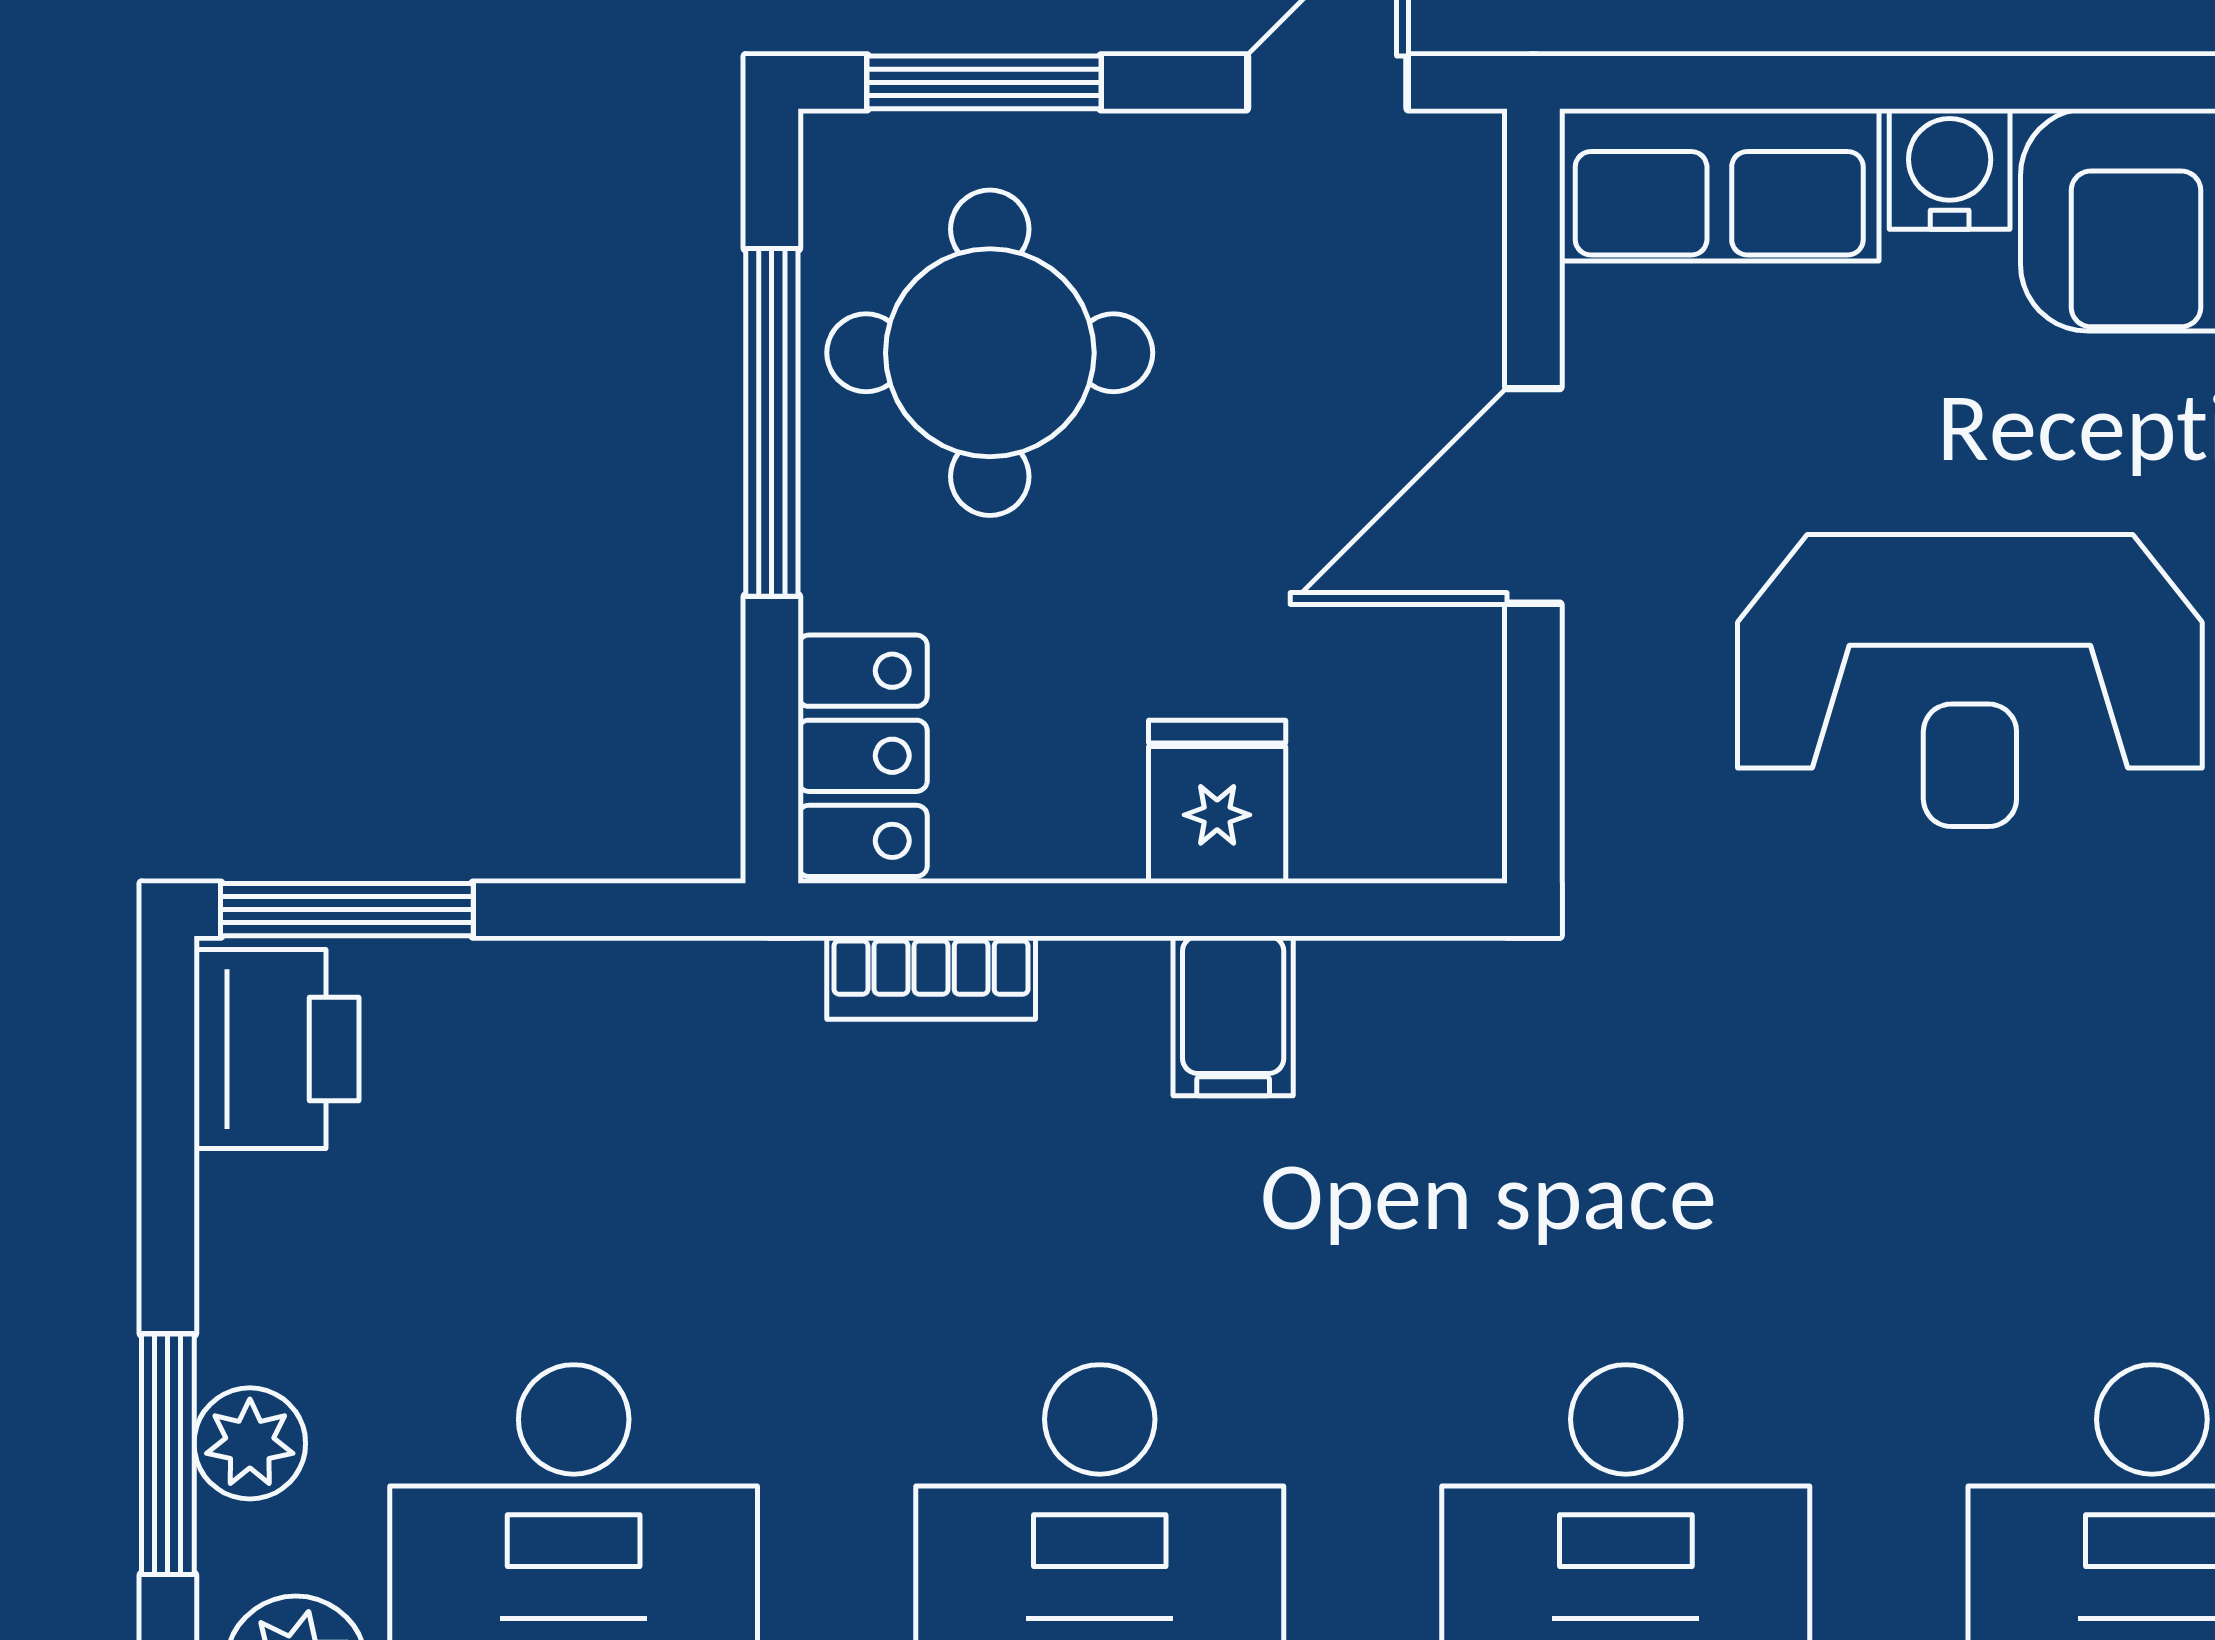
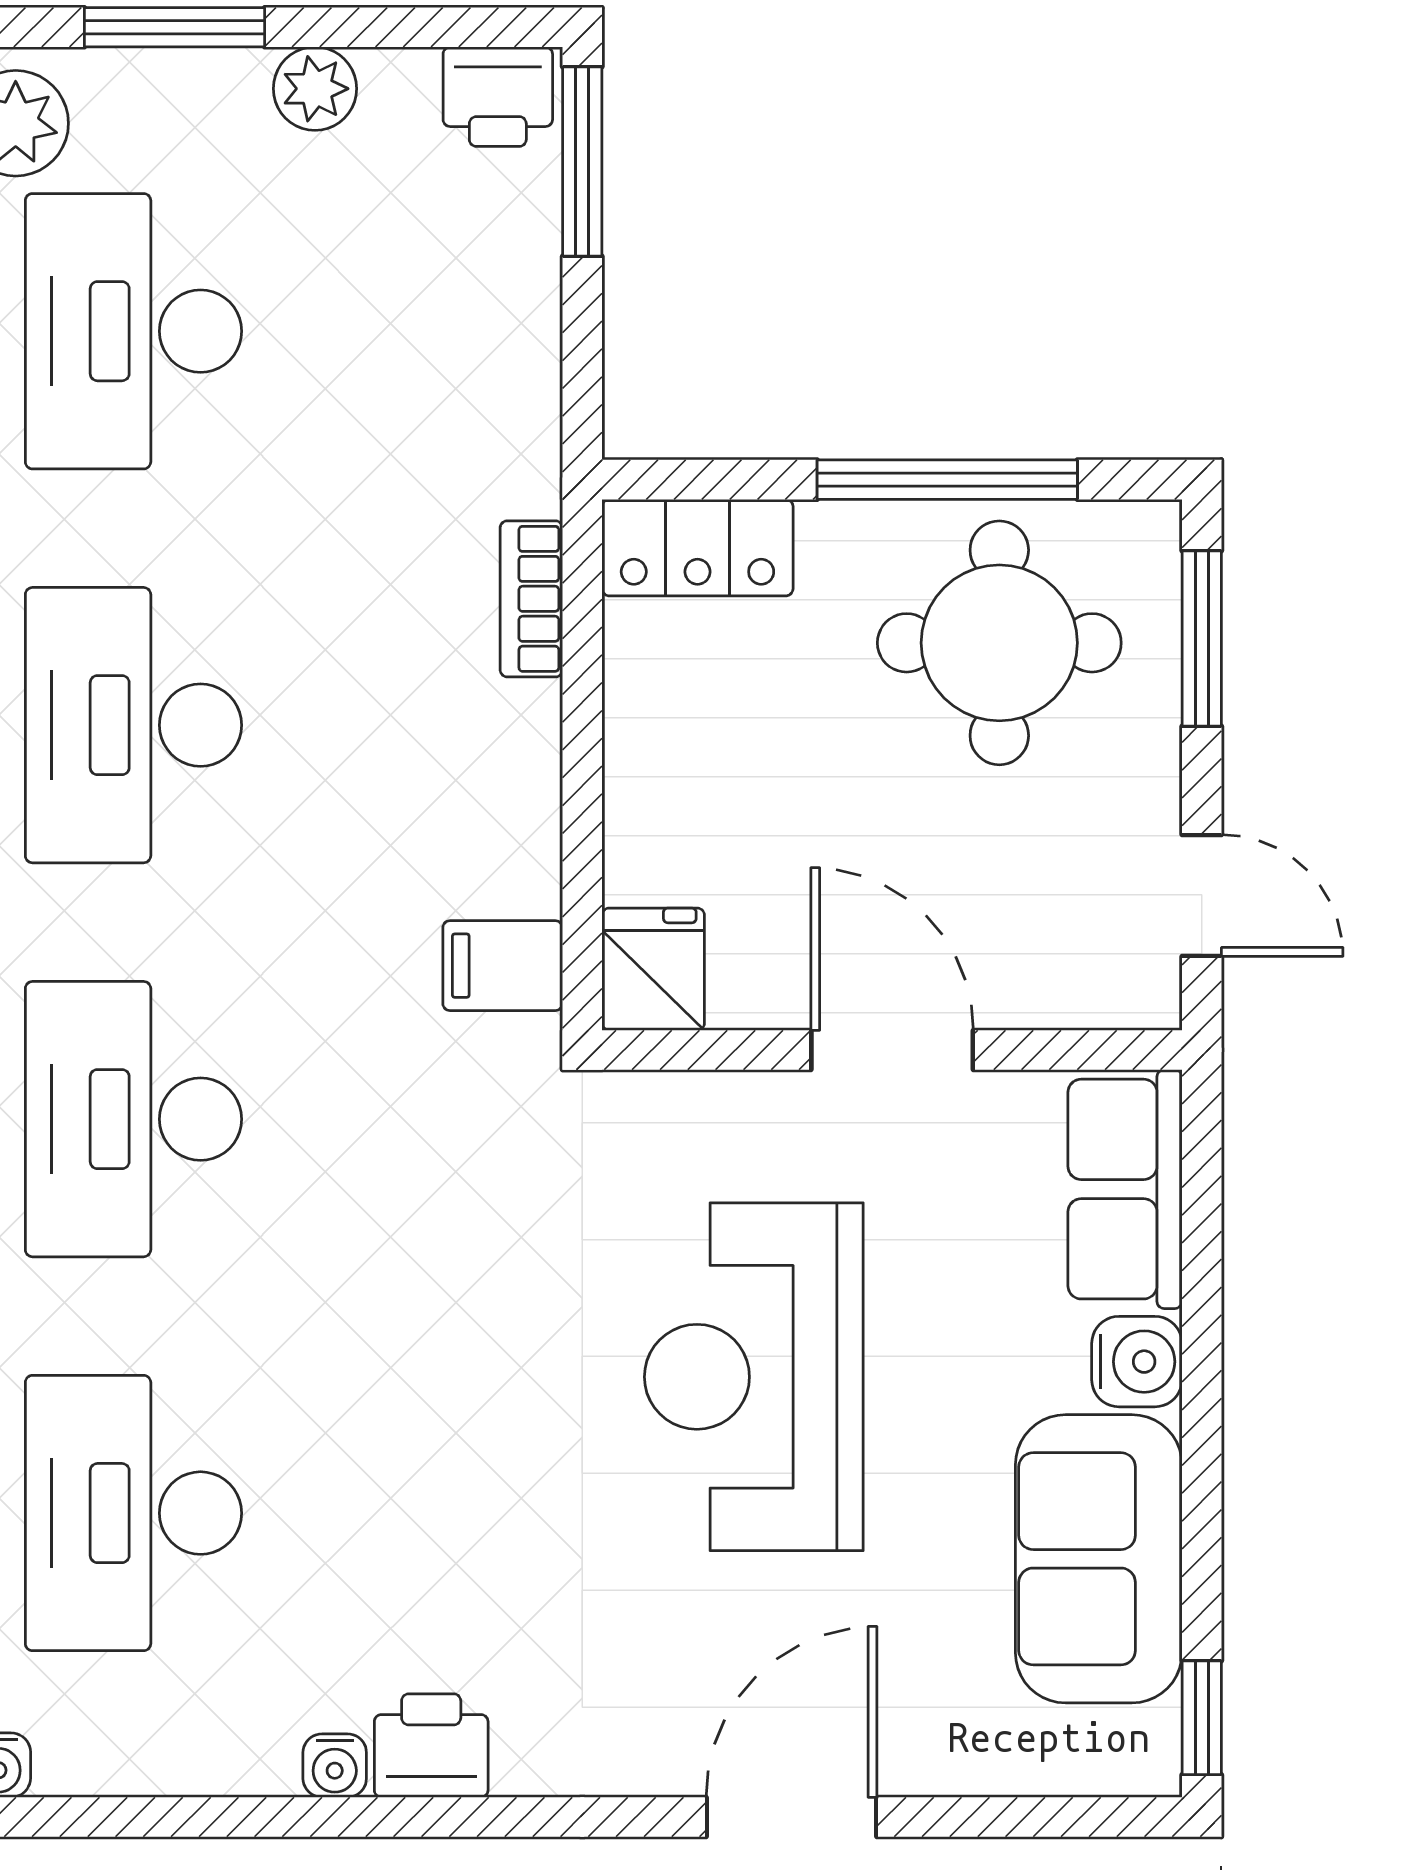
fridge: (1217, 802) -> (653, 969), moved, turned -90
filing cabinet: (1233, 1016) -> (503, 966), moved
printer: (276, 1049) -> (498, 97), width x0.73, depth x0.81
plant: (250, 1443) -> (315, 89), moved

